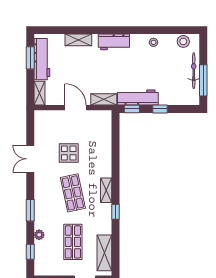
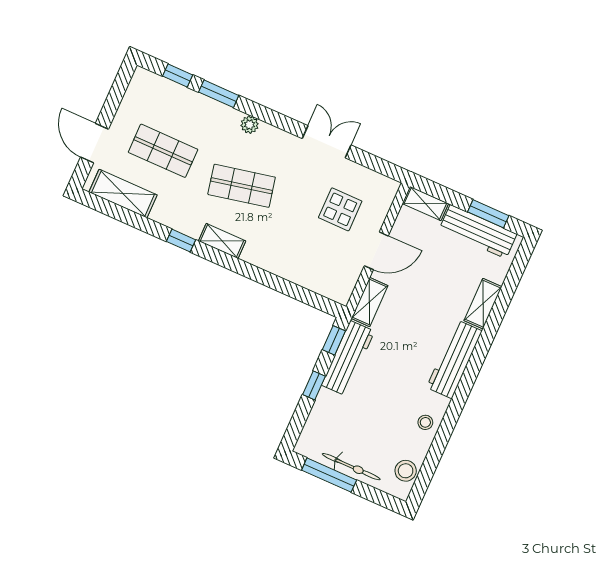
workbench: (114, 42) -> (454, 359), width x1.38
display table: (69, 153) -> (340, 209), moved
window: (30, 210) -> (219, 94), moved
plant: (39, 235) -> (250, 125), moved

